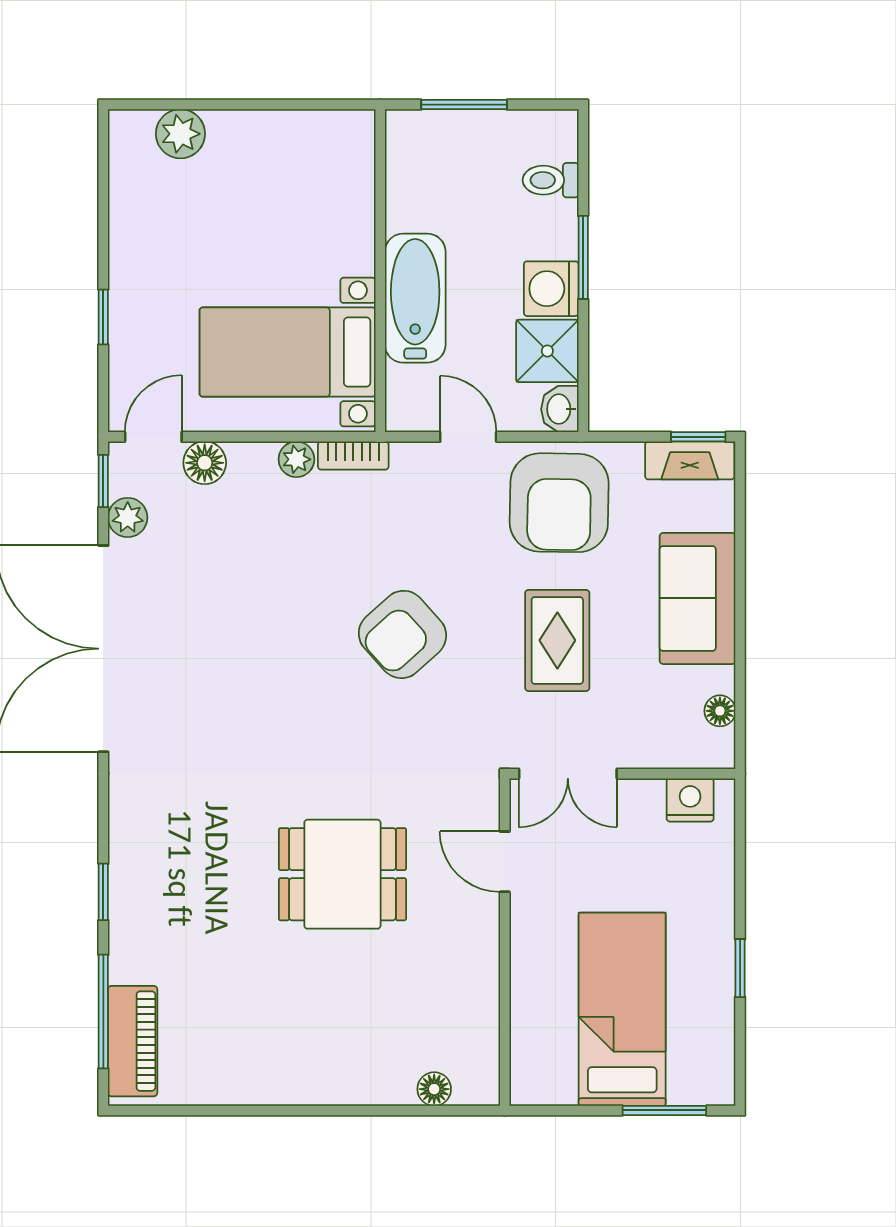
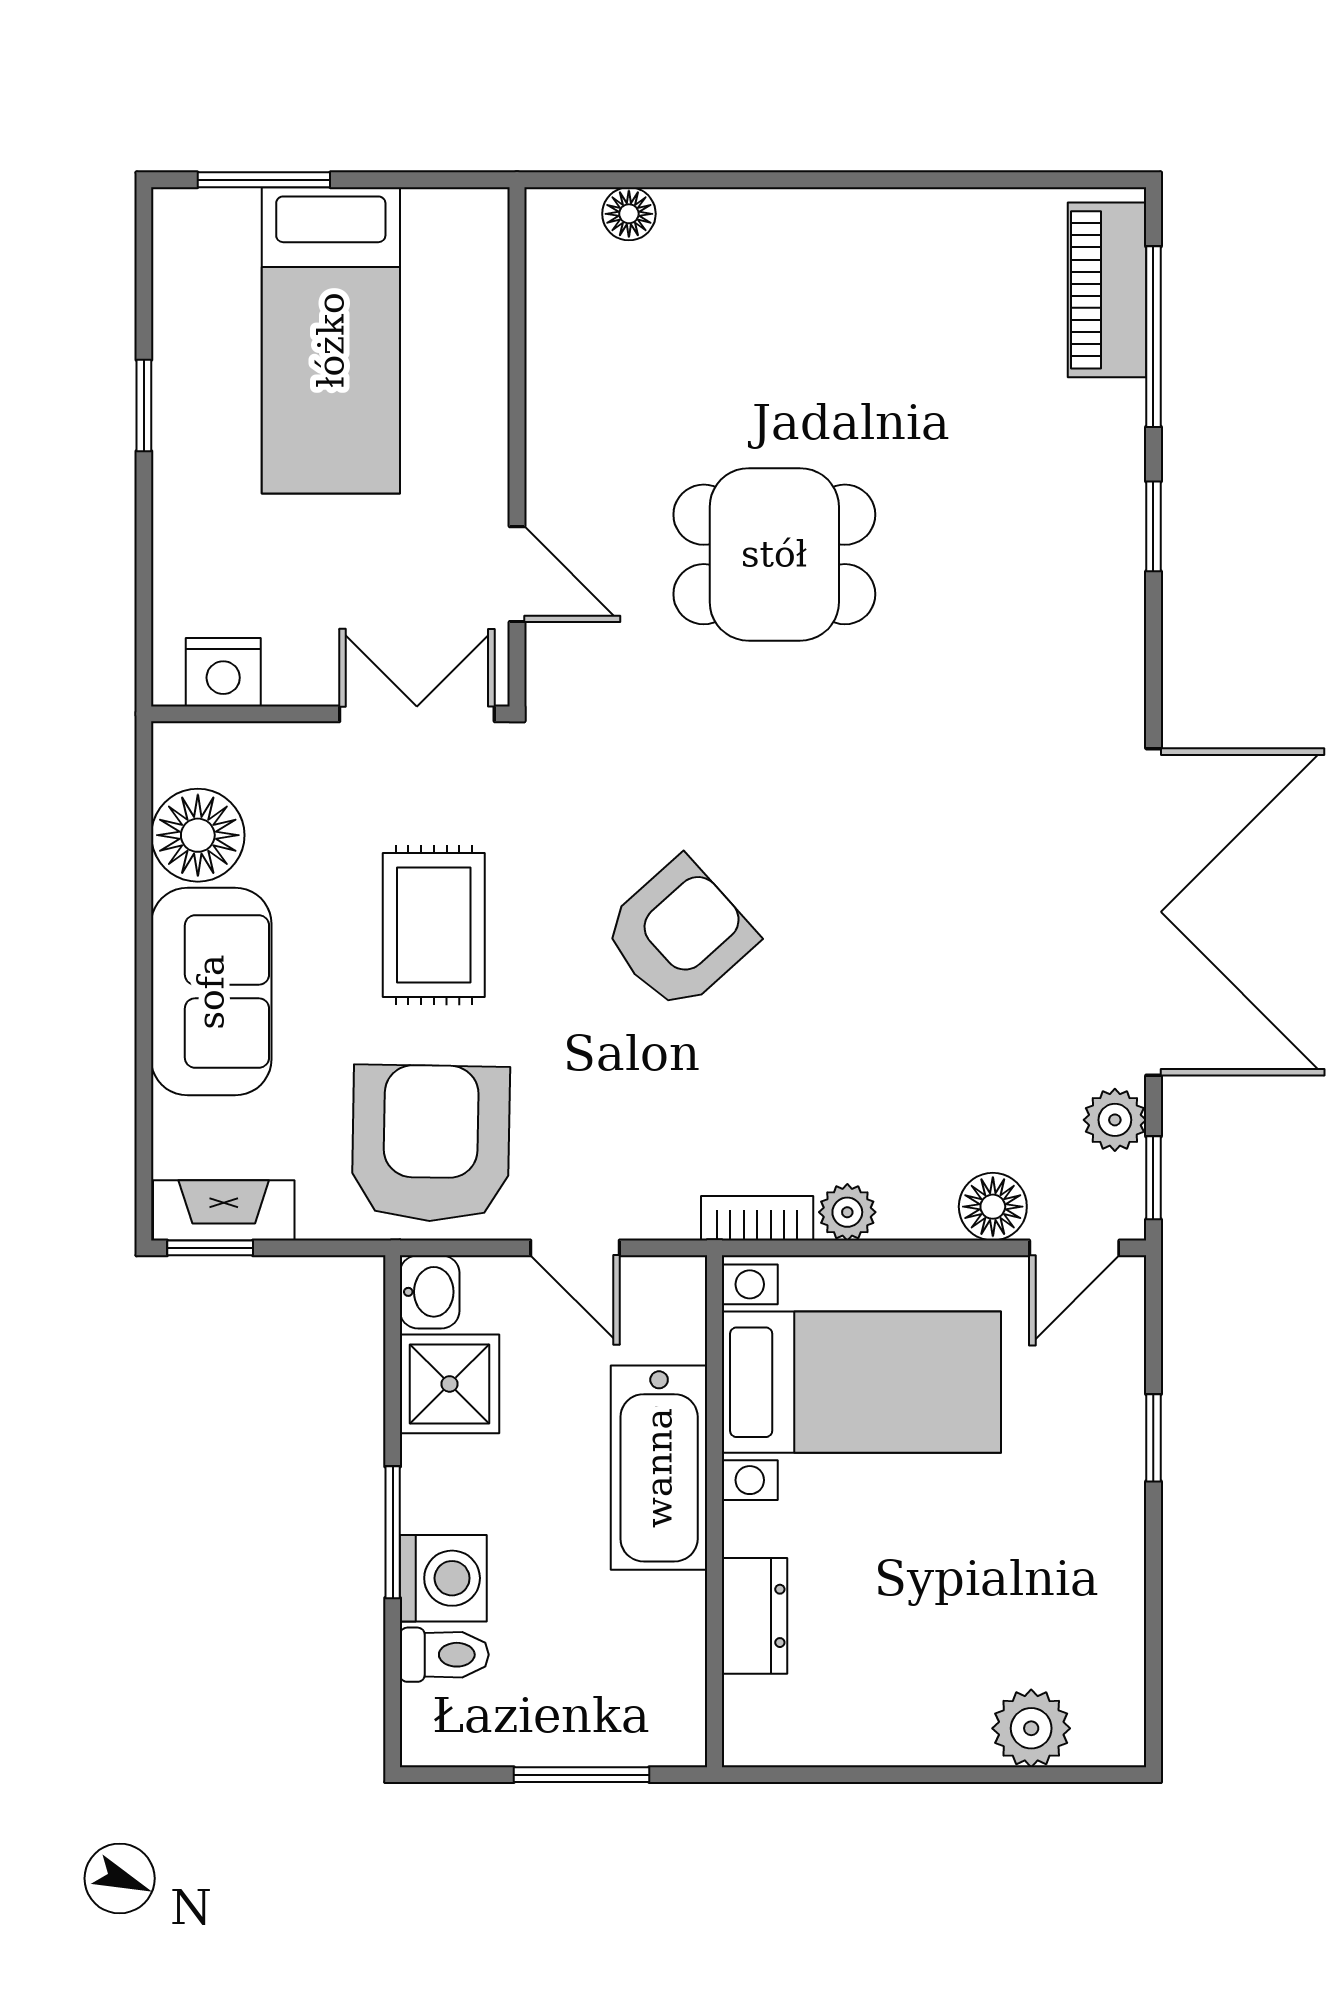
dresser: (355, 205) -> (754, 1616), added
washing machine: (551, 289) -> (443, 1578), moved
floor lamp: (720, 711) -> (198, 835), width x1.89, depth x1.89

